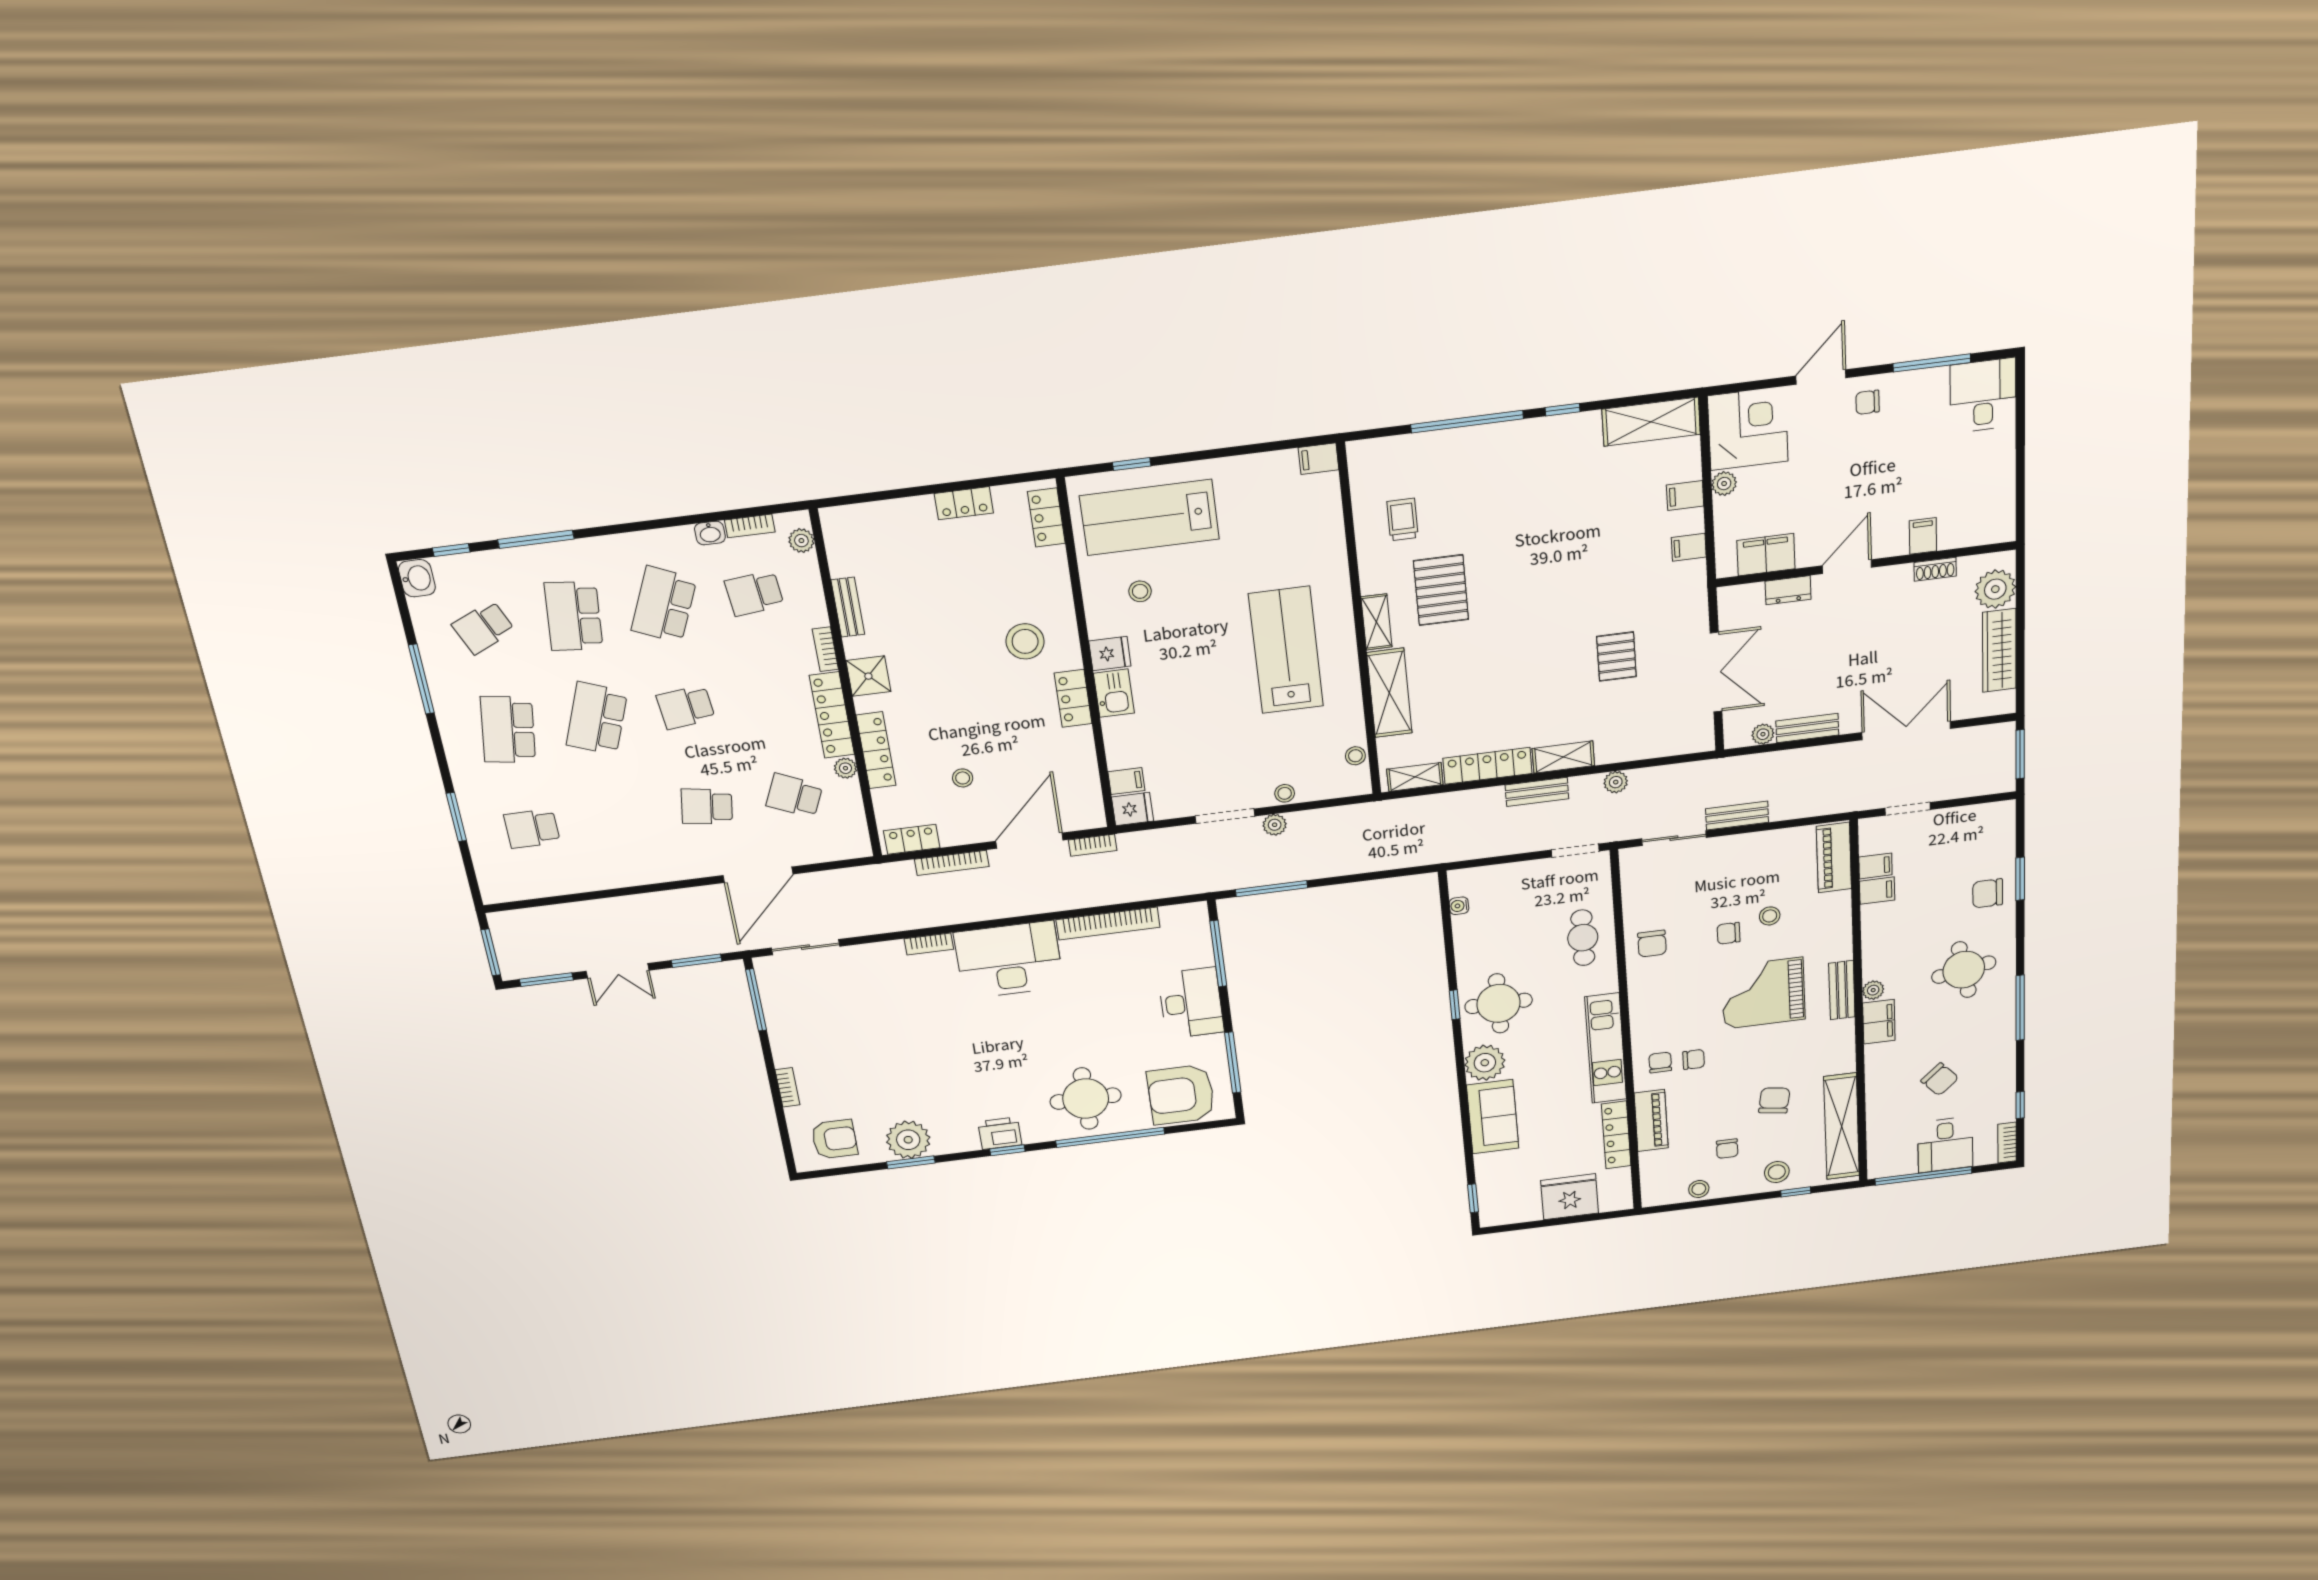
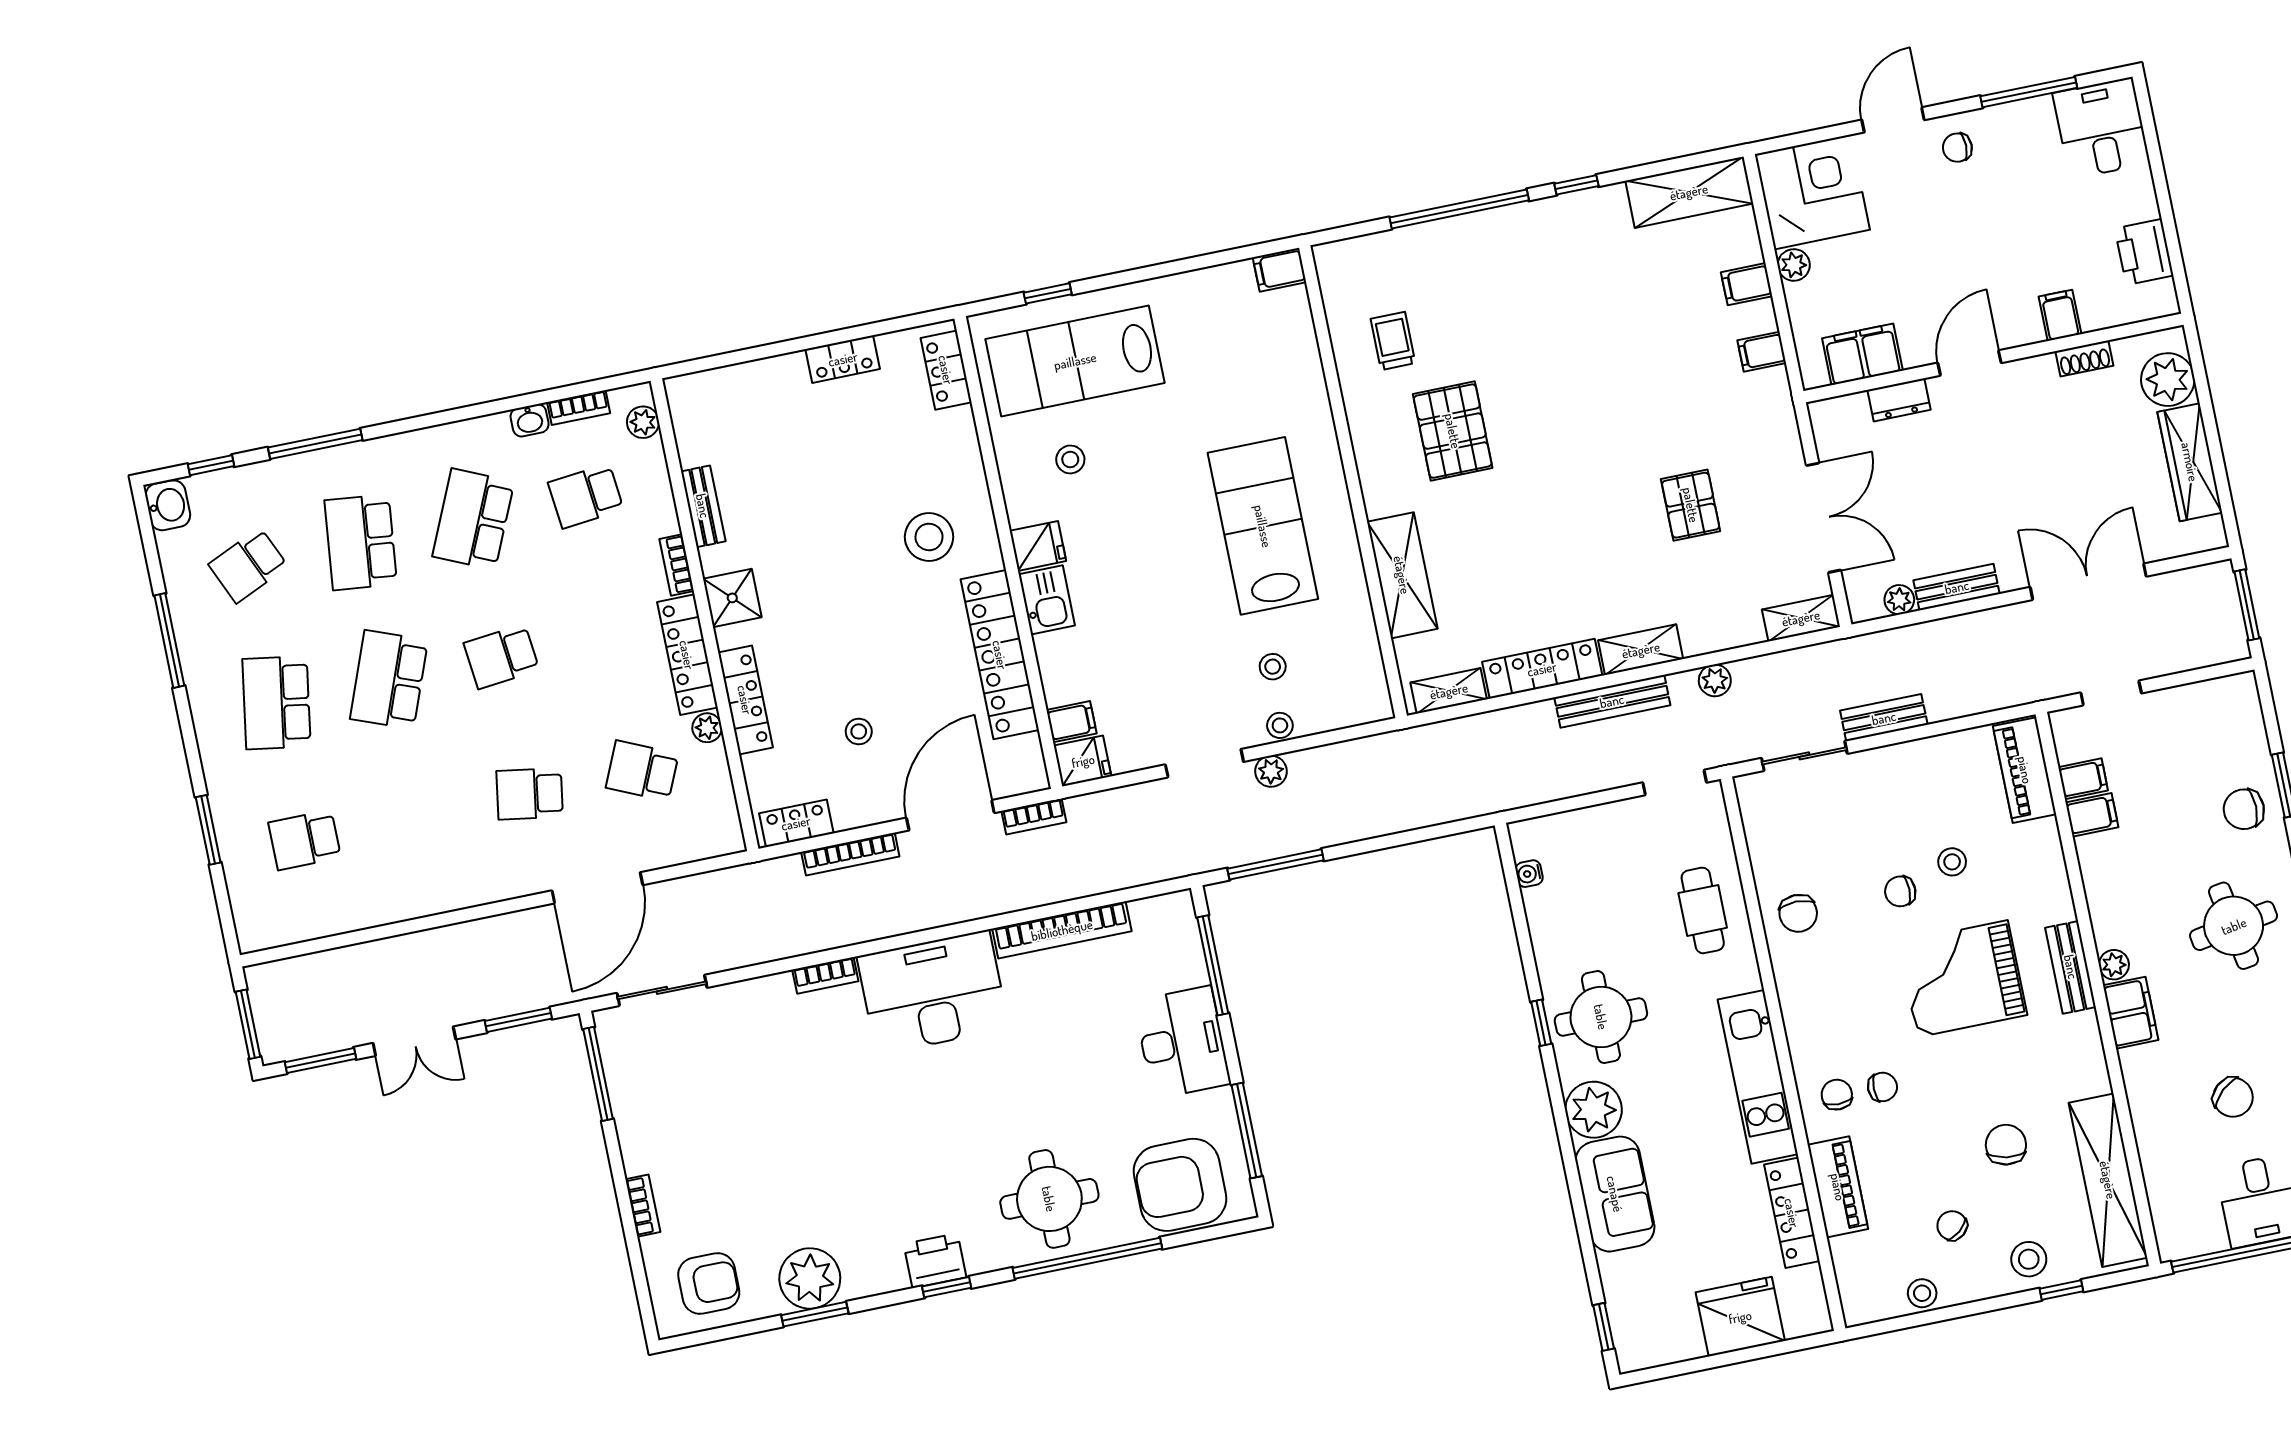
printer: (1997, 493) -> (2144, 252), added
shelving: (1377, 622) -> (1801, 618), moved, turned 90
locker: (1073, 698) -> (1000, 655), width x2.16, depth x1.21
stool: (1355, 756) -> (1273, 667), moved
bench: (1537, 792) -> (1612, 701), width x1.36
chair: (1727, 1149) -> (1952, 1226), turned 141

